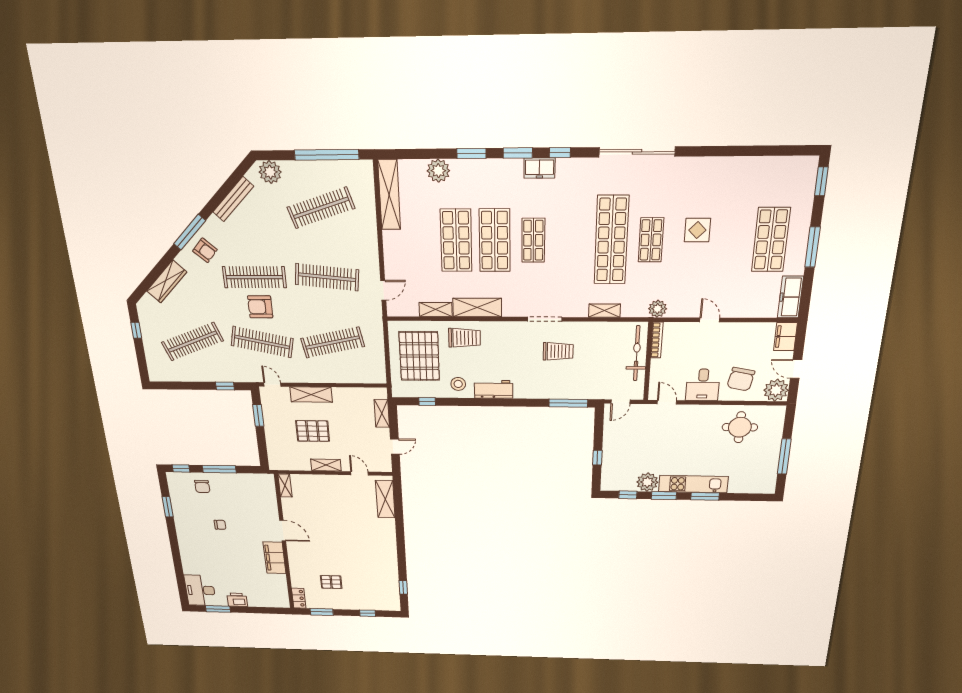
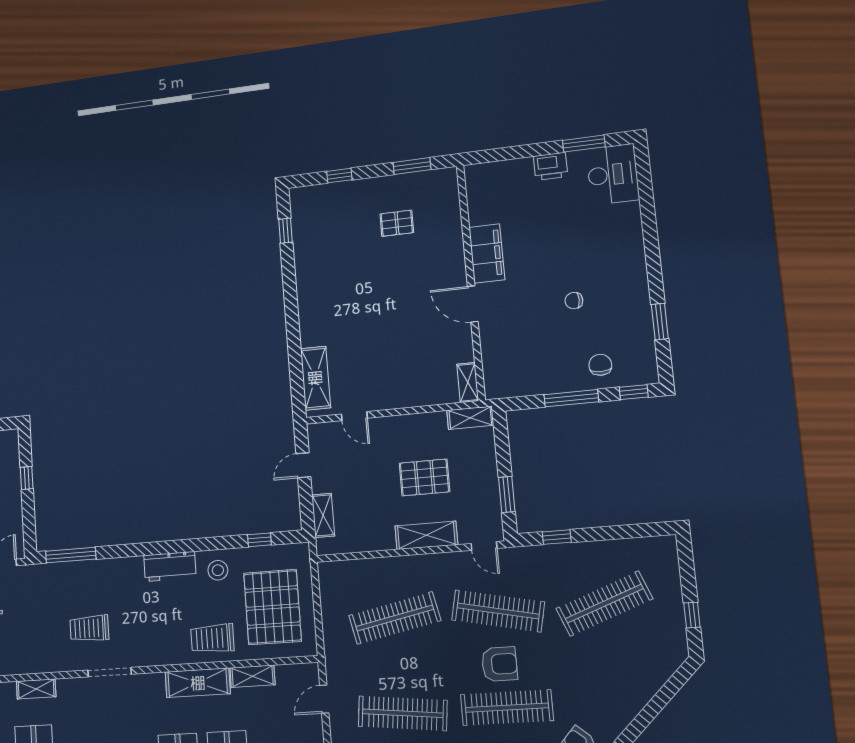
wardrobe: (167, 282) -> (639, 694), removed
shelving: (326, 465) -> (470, 418), moved
locker: (299, 598) -> (449, 186), removed

